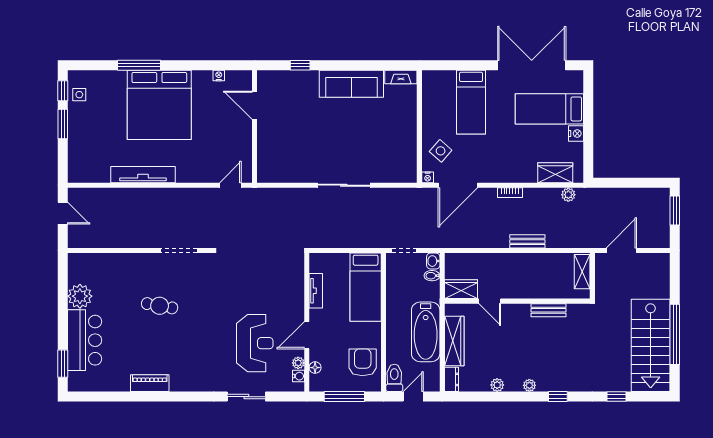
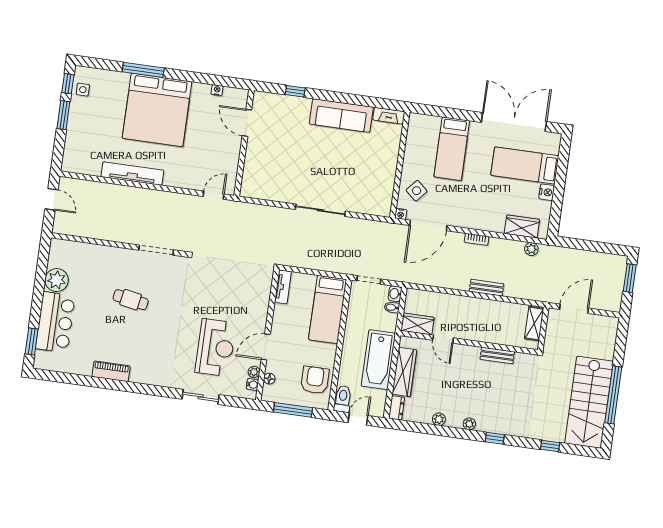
tv unit: (316, 291) -> (283, 287), moved

